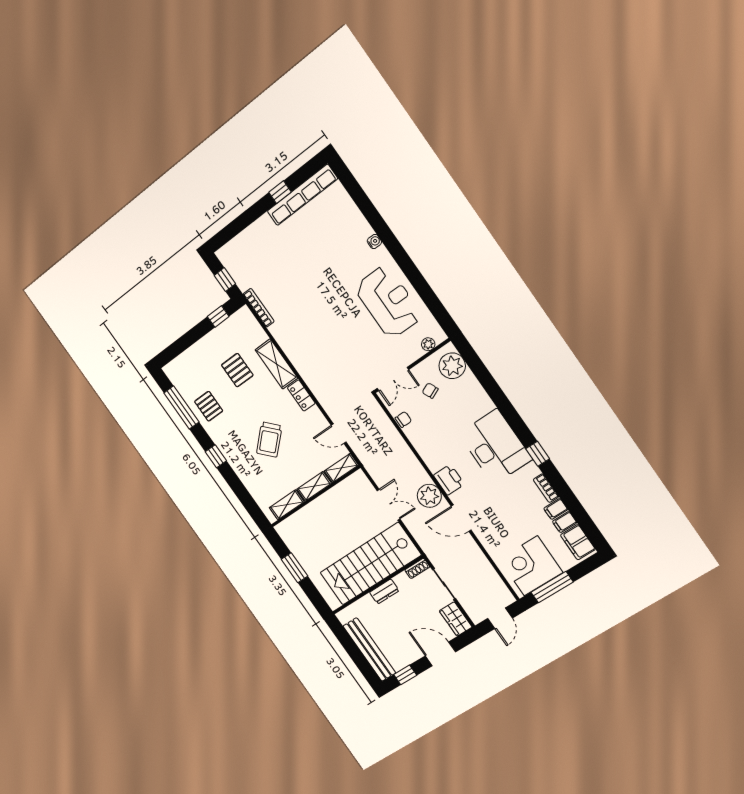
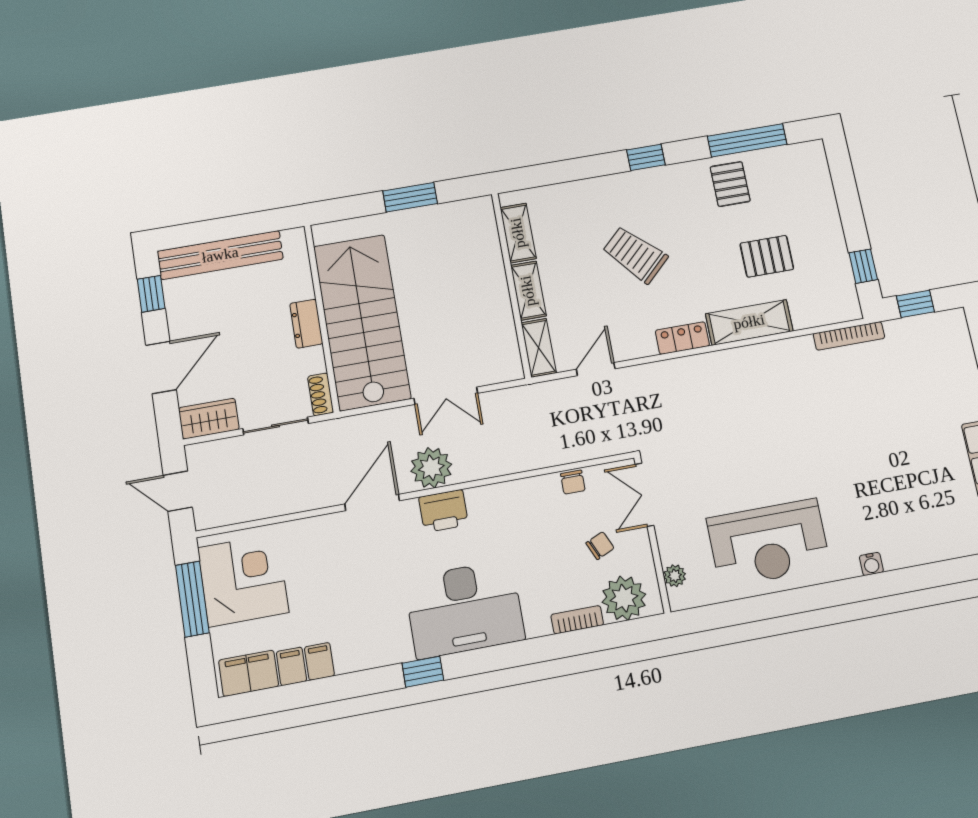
pallet: (209, 406) -> (730, 184), turned 90
bookcase: (546, 488) -> (577, 620), moved

